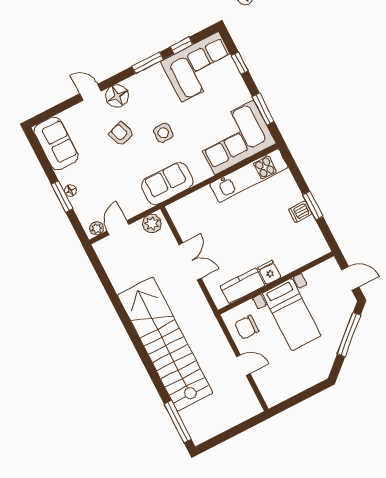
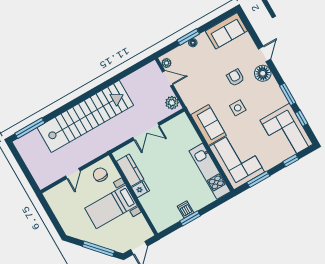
armchair: (121, 134) -> (235, 78), turned -70
sofa: (167, 184) -> (209, 125), moved

